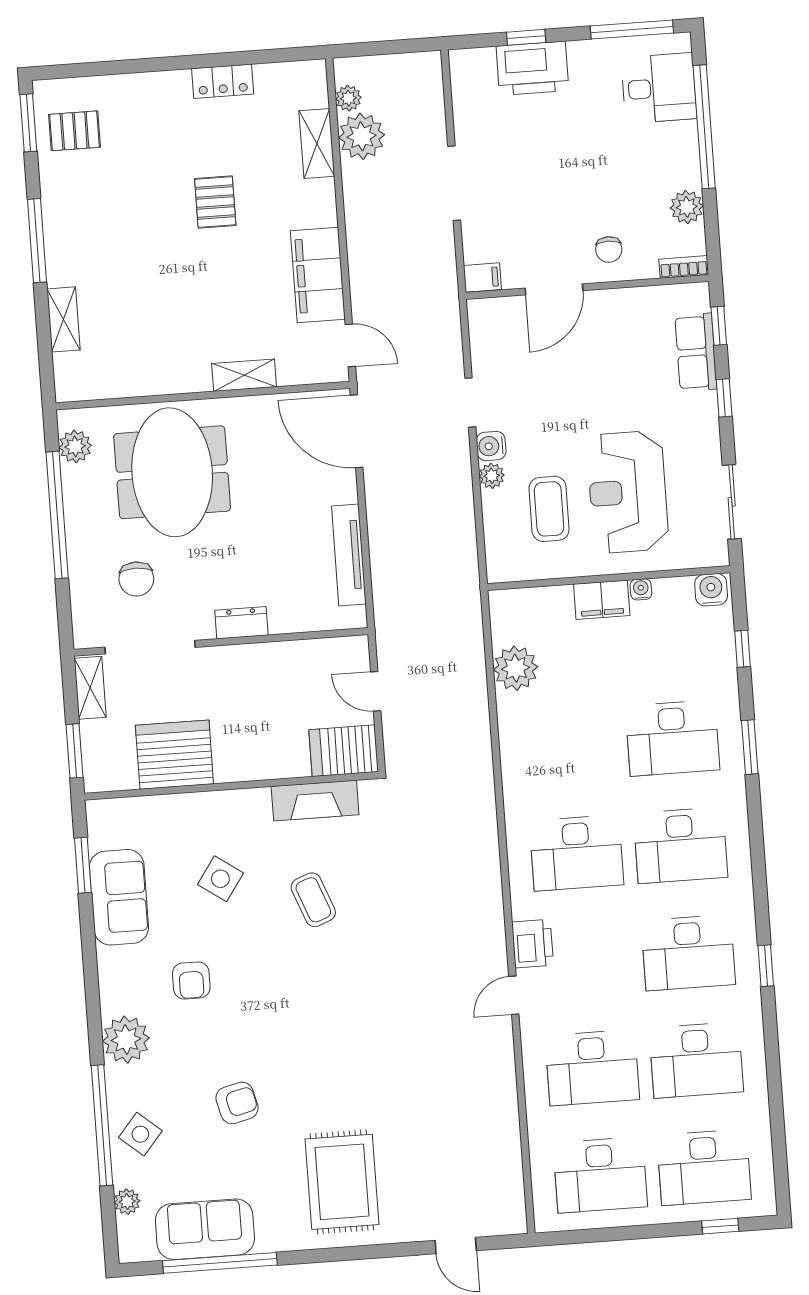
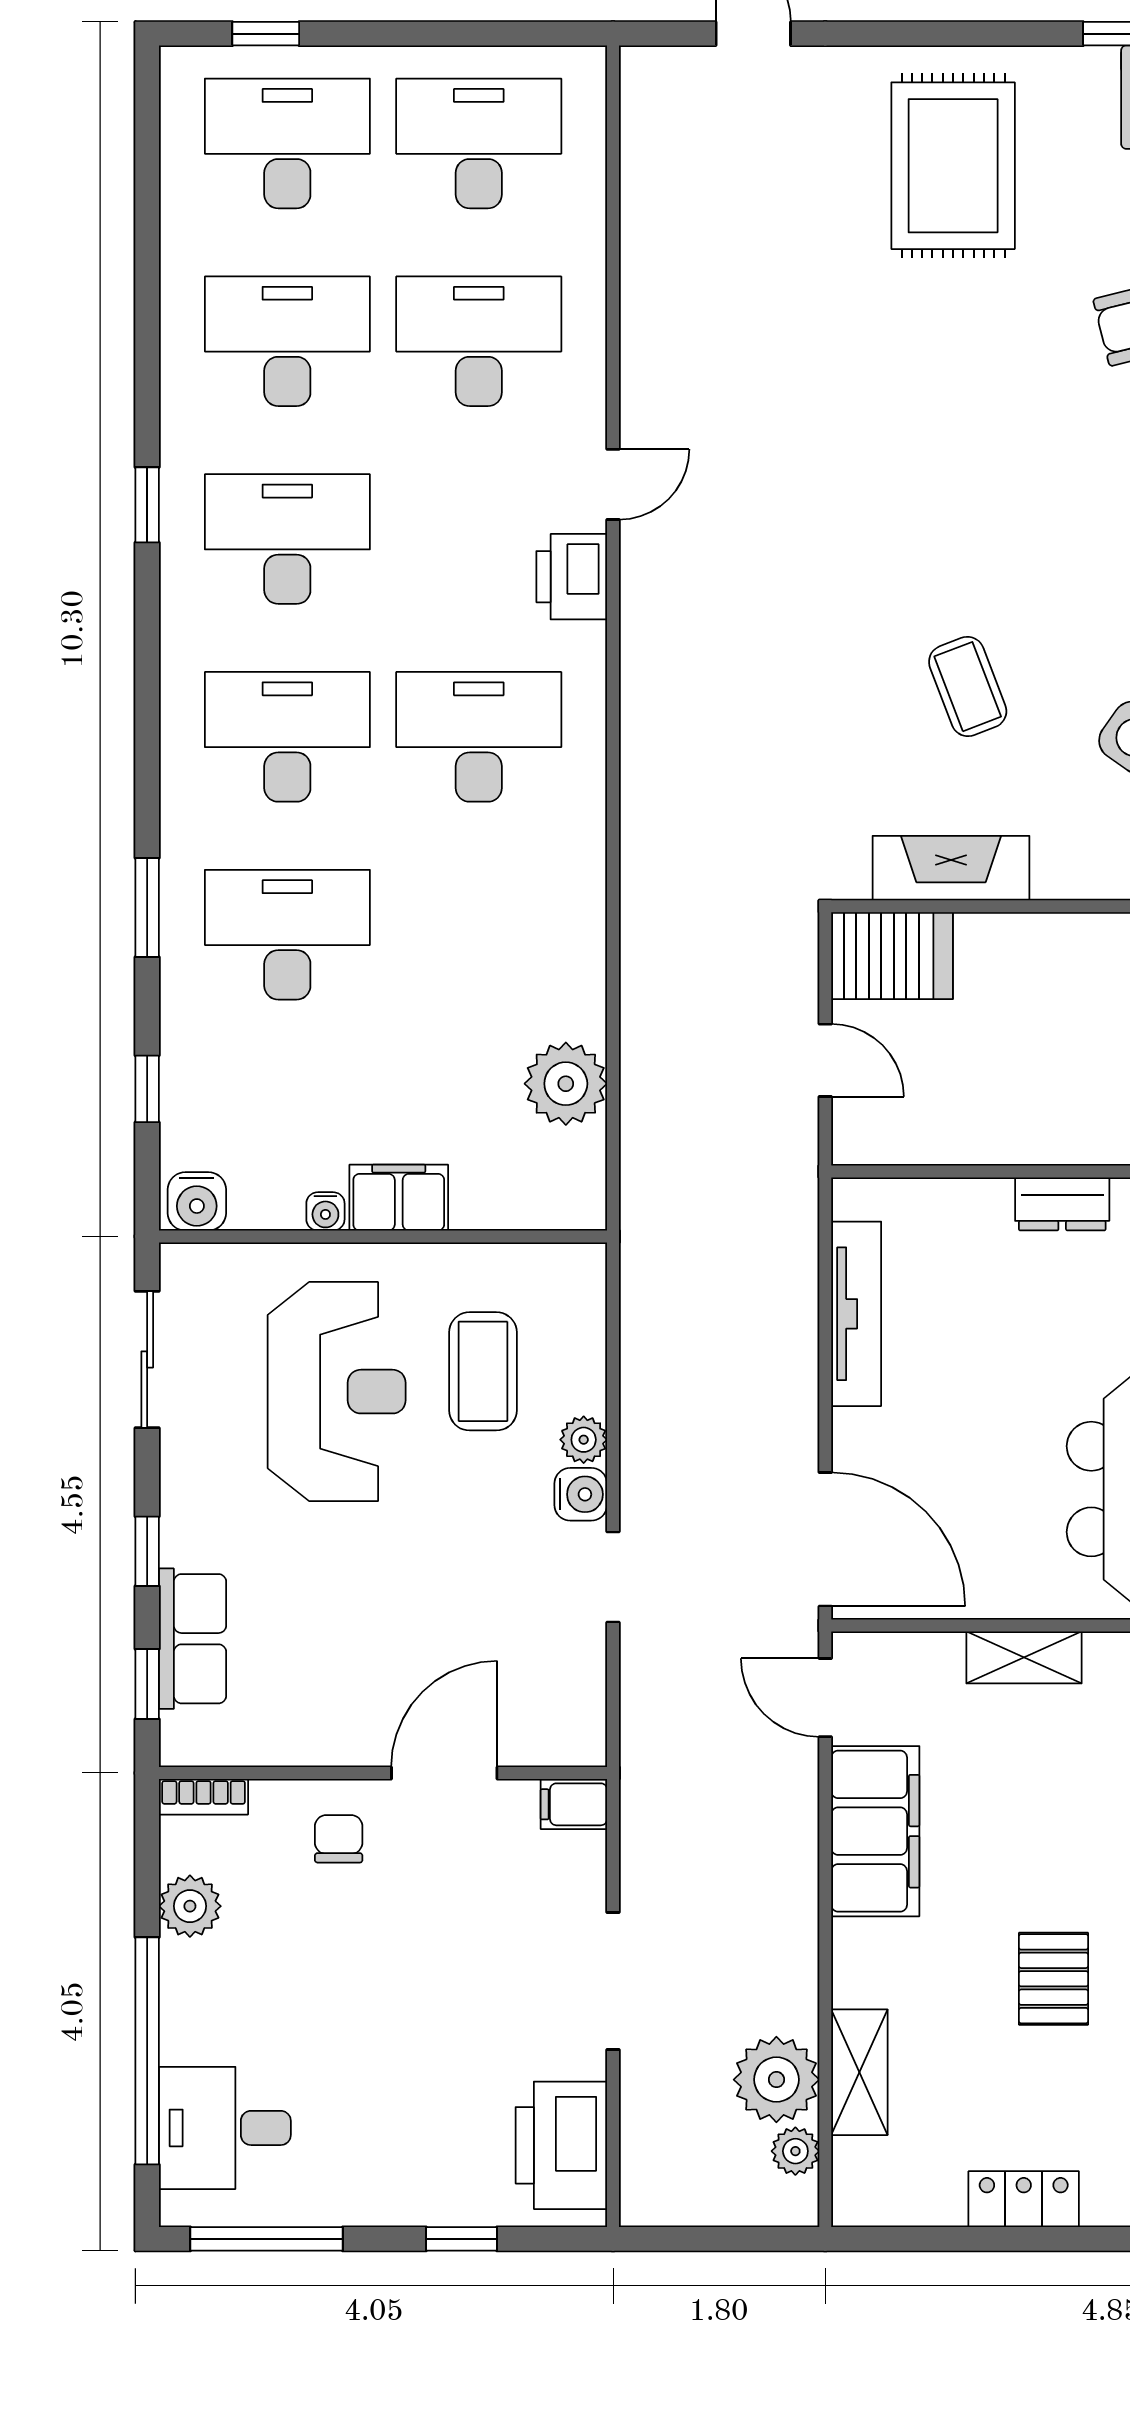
printer: (532, 68) -> (561, 2145), moved, turned -90

